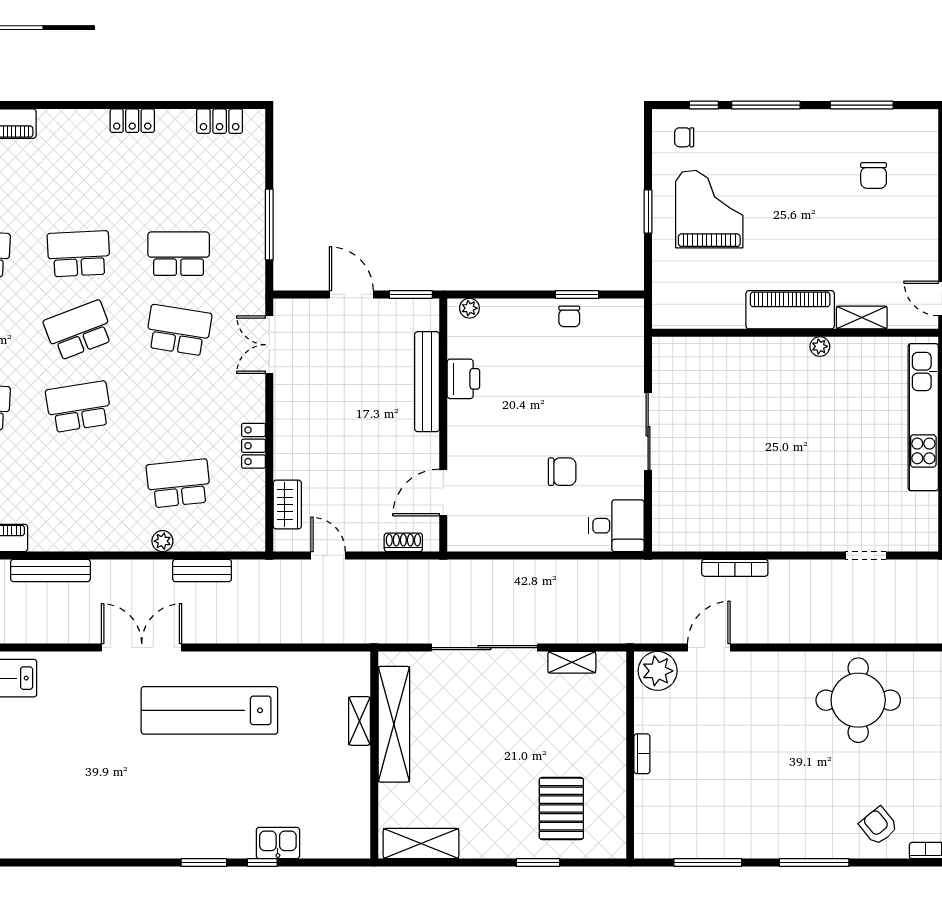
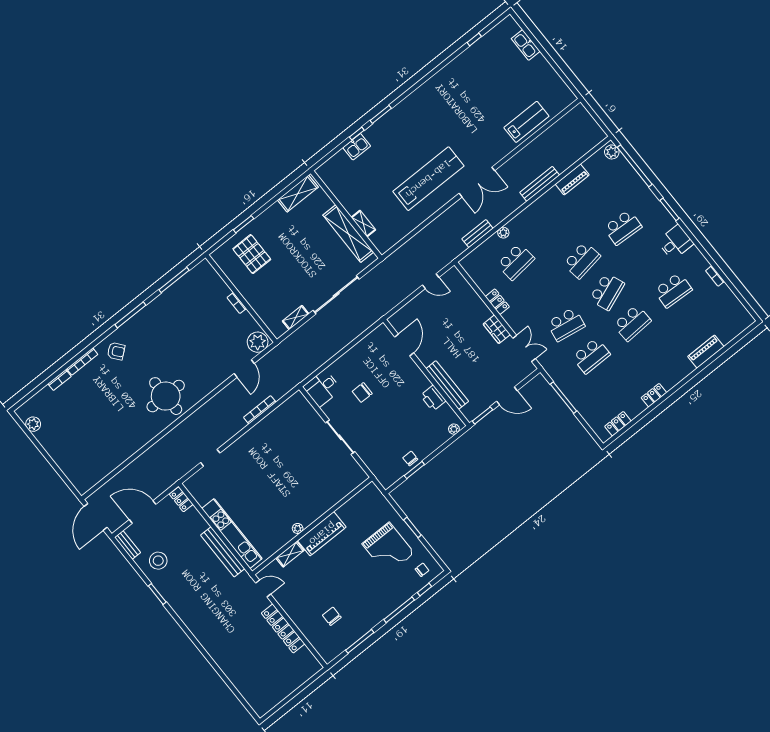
wardrobe: (287, 505) -> (497, 329), moved
shoe rack: (403, 542) -> (404, 311), removed

